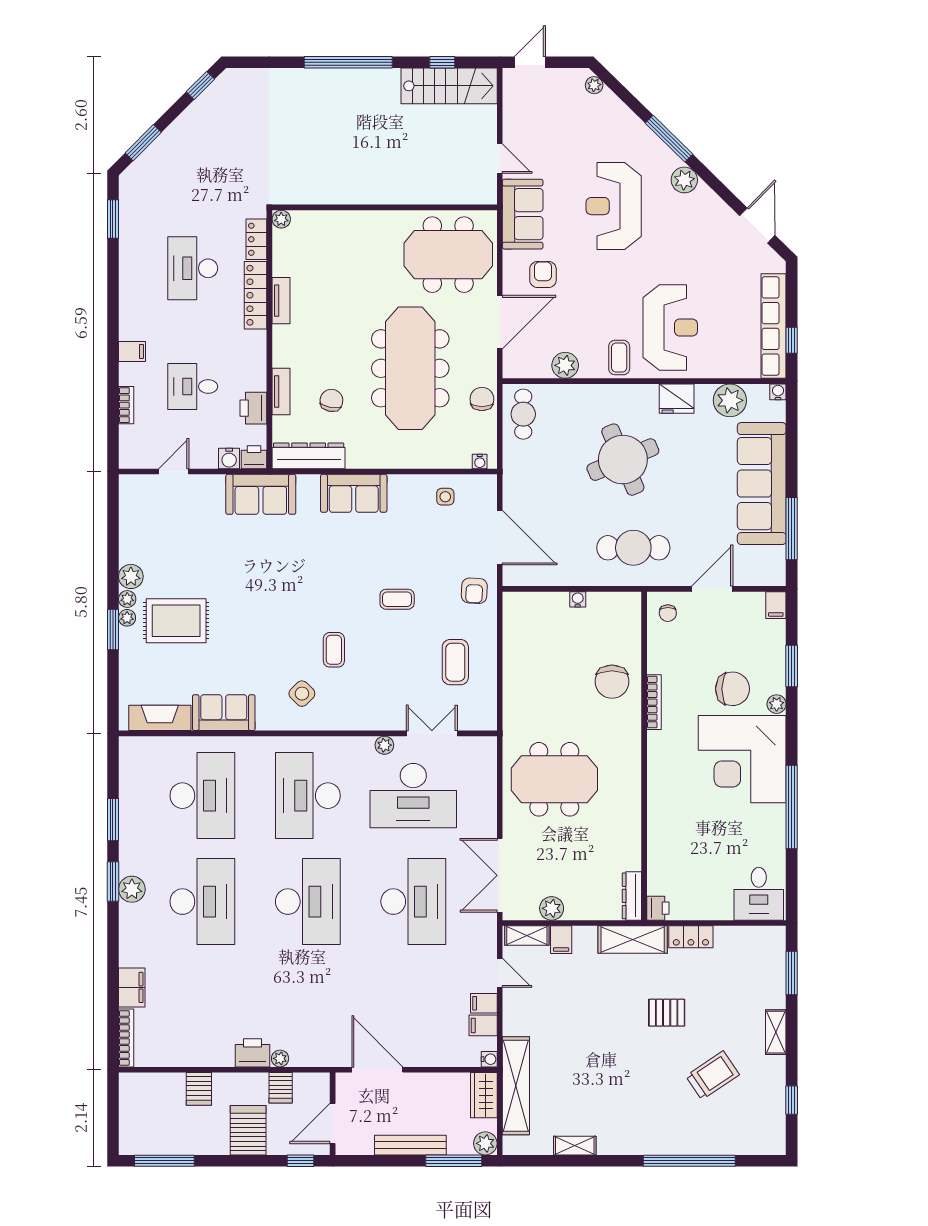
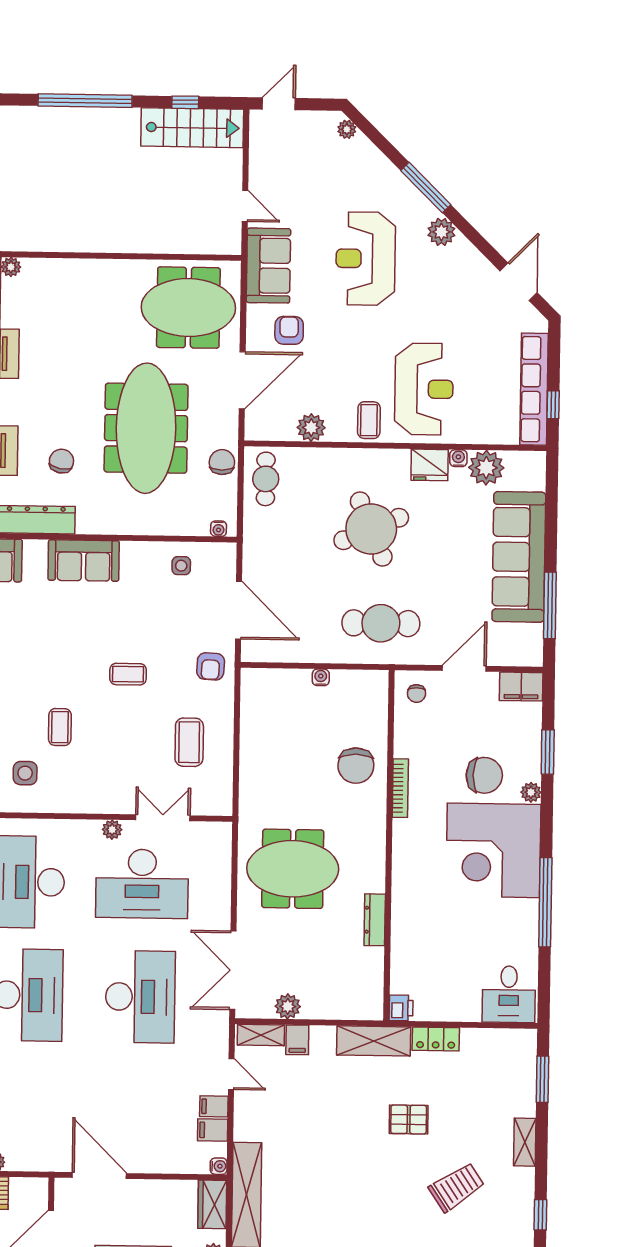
water cooler: (778, 392) -> (458, 458), moved
filing cabinet: (776, 605) -> (521, 687), width x2.00
side table: (302, 694) -> (25, 773), turned 45
dresser: (632, 896) -> (375, 920), moved

